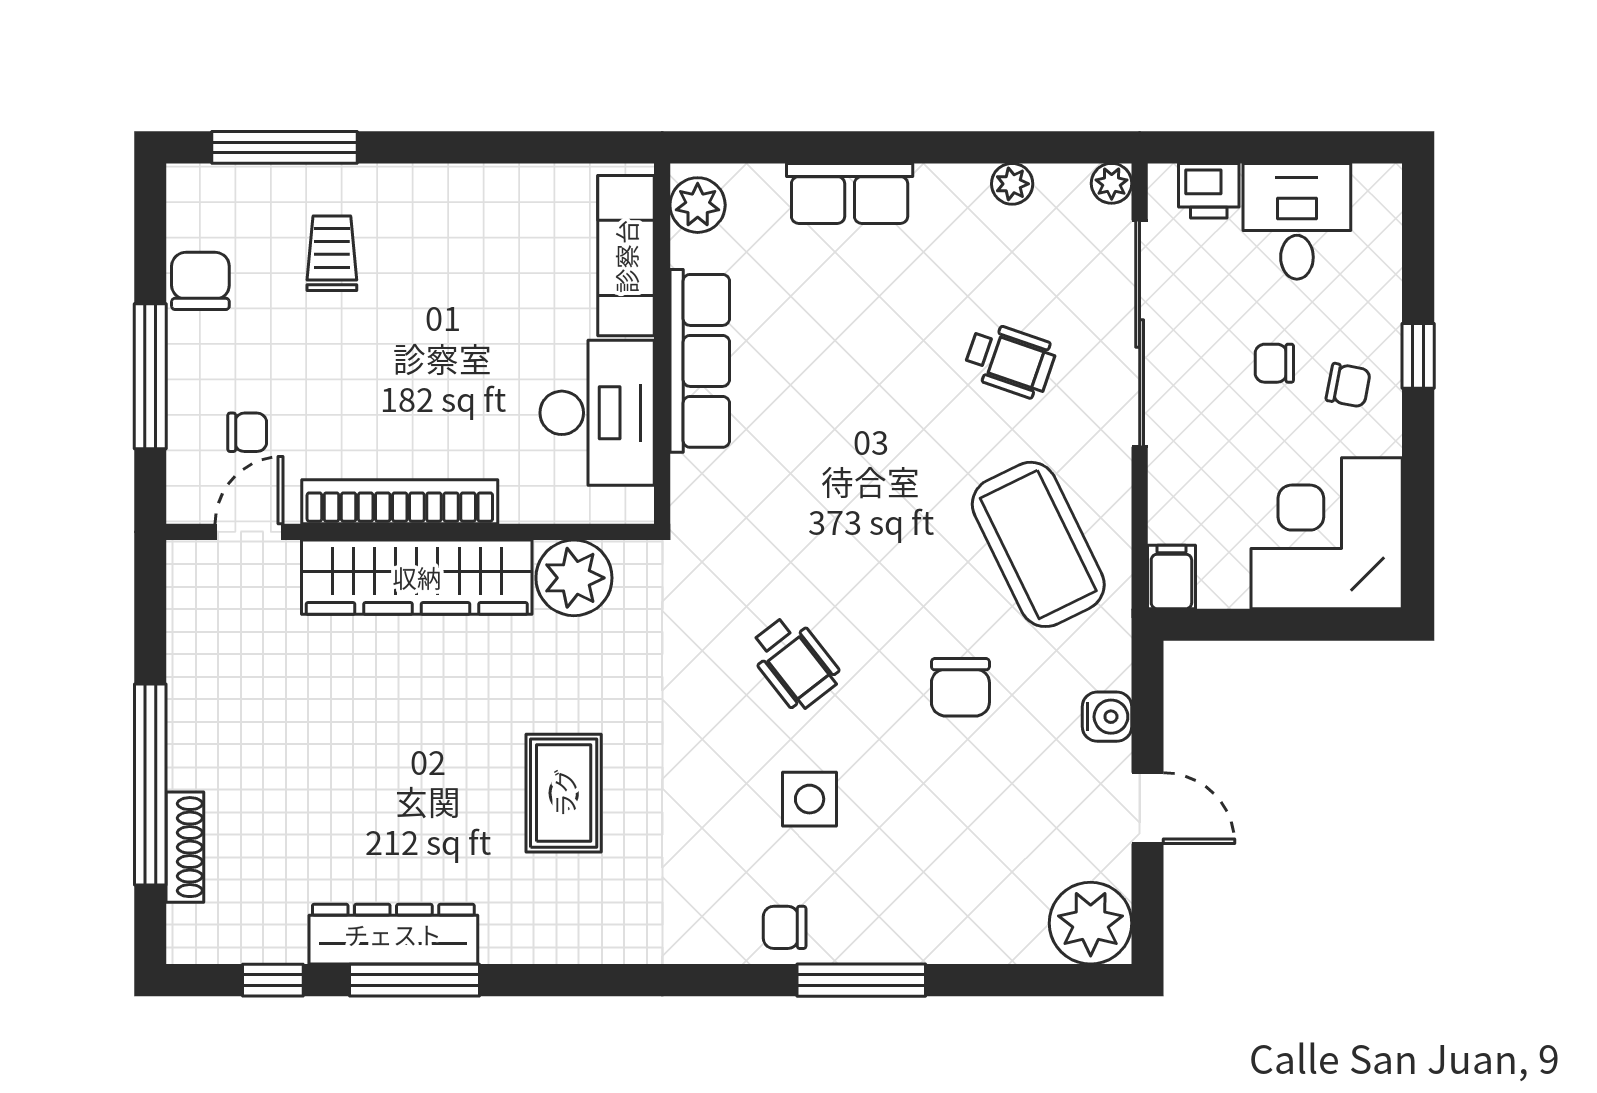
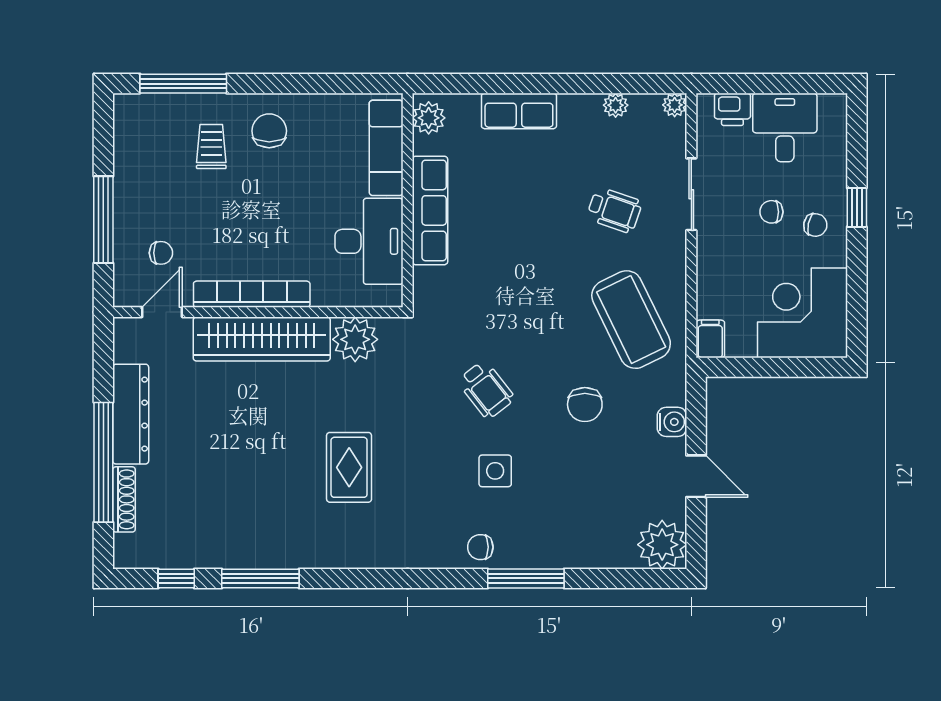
chair: (200, 281) -> (269, 131), moved
sliding door: (1140, 334) -> (691, 194), width x0.54
dresser: (393, 934) -> (131, 414), moved, turned 90

